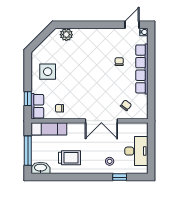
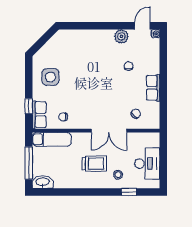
plant: (66, 35) -> (121, 36), moved
row of seats: (142, 69) -> (153, 88), width x0.50
trolley: (69, 158) -> (94, 164), moved

